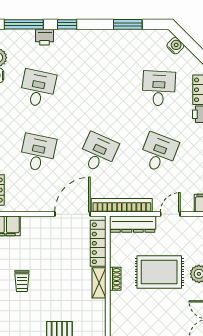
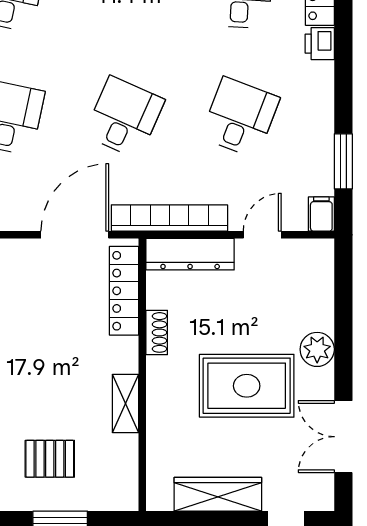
rug: (159, 272) -> (247, 386), moved
shoe rack: (115, 279) -> (157, 332), moved
shelving: (99, 283) -> (126, 404), moved

